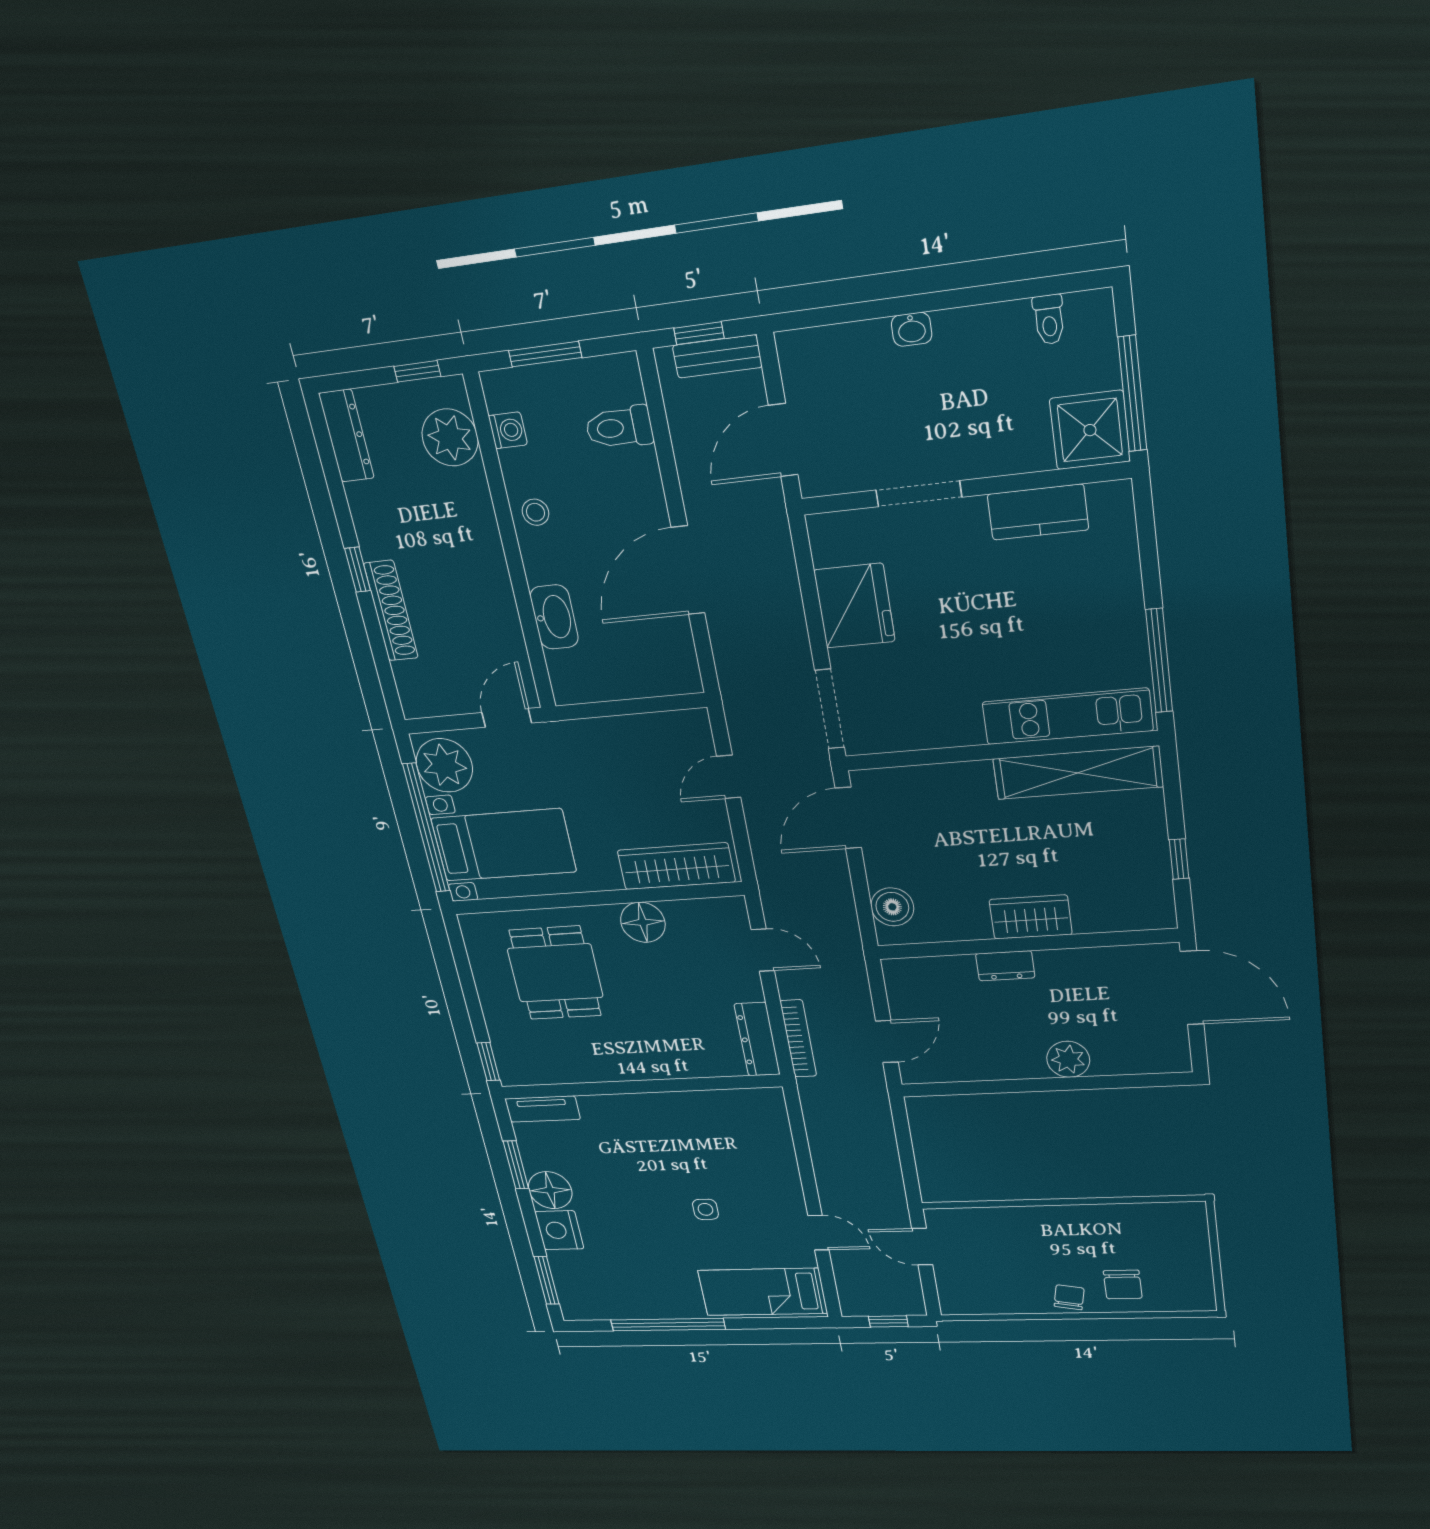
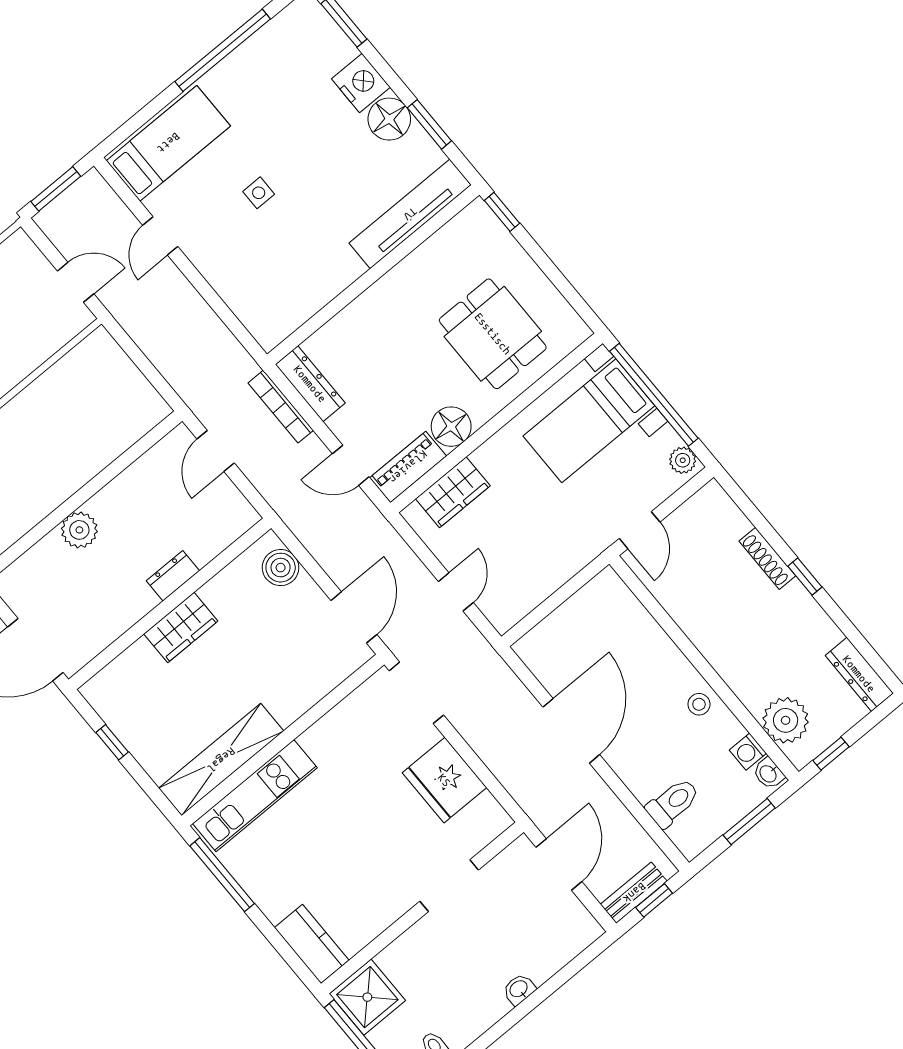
kitchen counter: (1038, 512) -> (312, 944), moved, turned 90
shoe rack: (391, 611) -> (767, 558), width x0.74, depth x0.81
washbasin: (554, 617) -> (769, 773), moved, width x0.52, depth x0.69
plant: (444, 765) -> (683, 460), width x0.53, depth x0.53
wardrobe: (676, 866) -> (453, 492), width x0.67
piano: (707, 915) -> (408, 467), added
tv unit: (543, 1109) -> (410, 214), width x1.92, depth x1.29
door: (818, 1233) -> (160, 236), hinge flipped
window: (888, 1321) -> (56, 189), width x1.50

